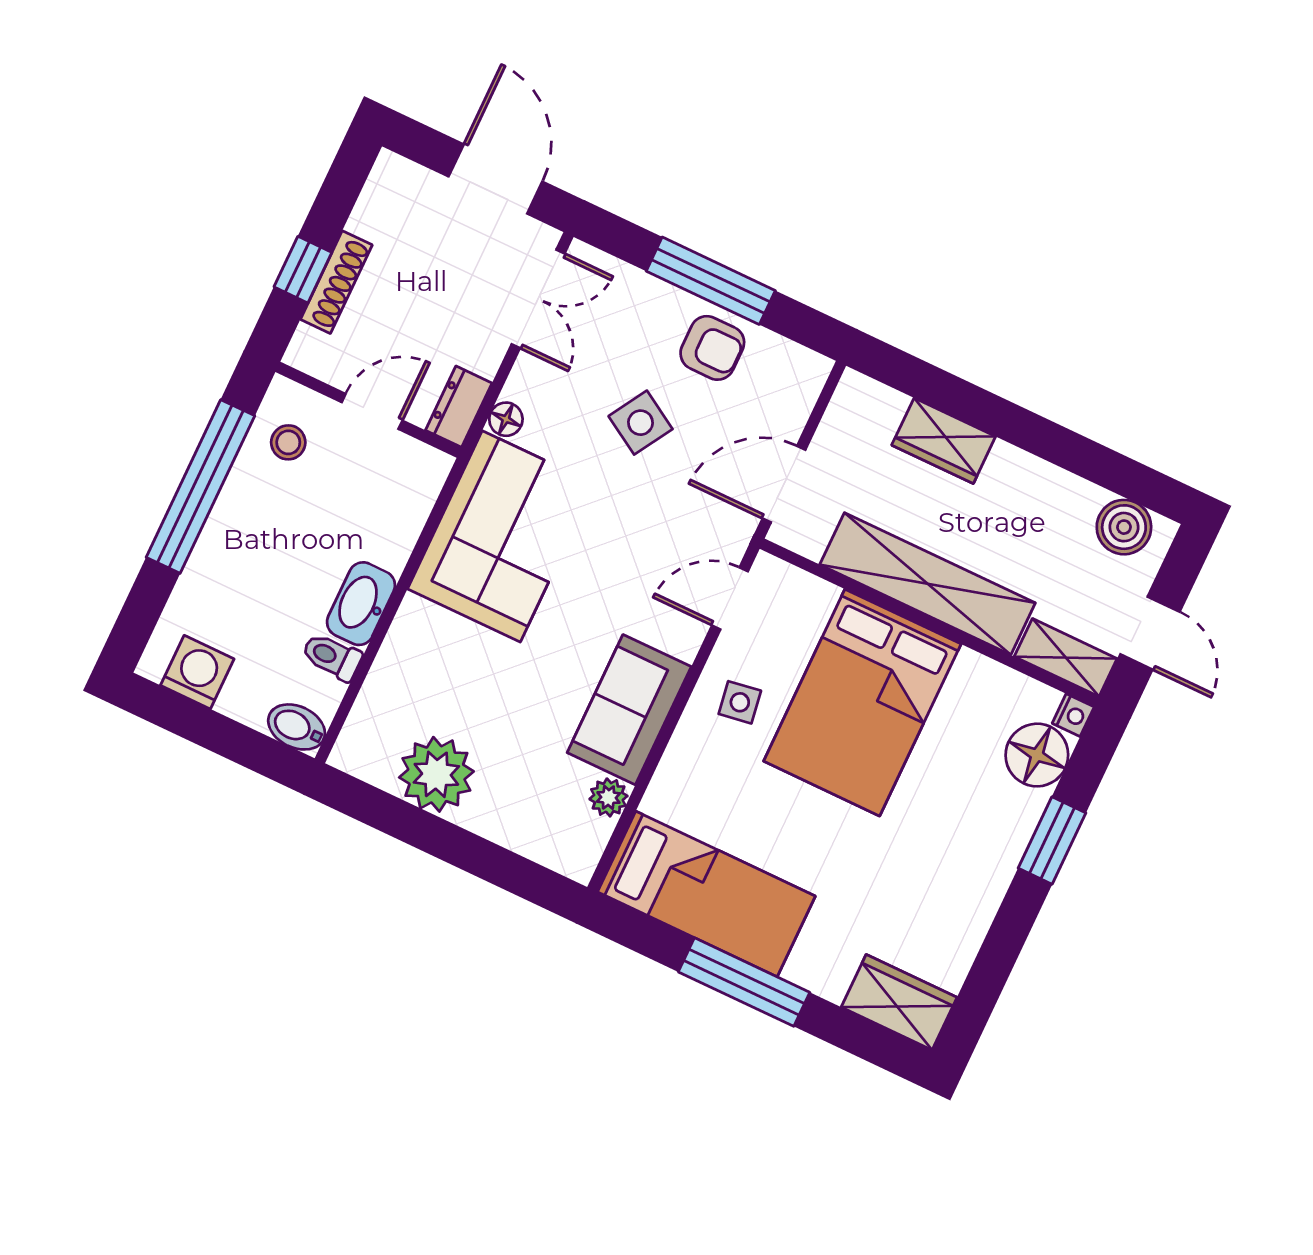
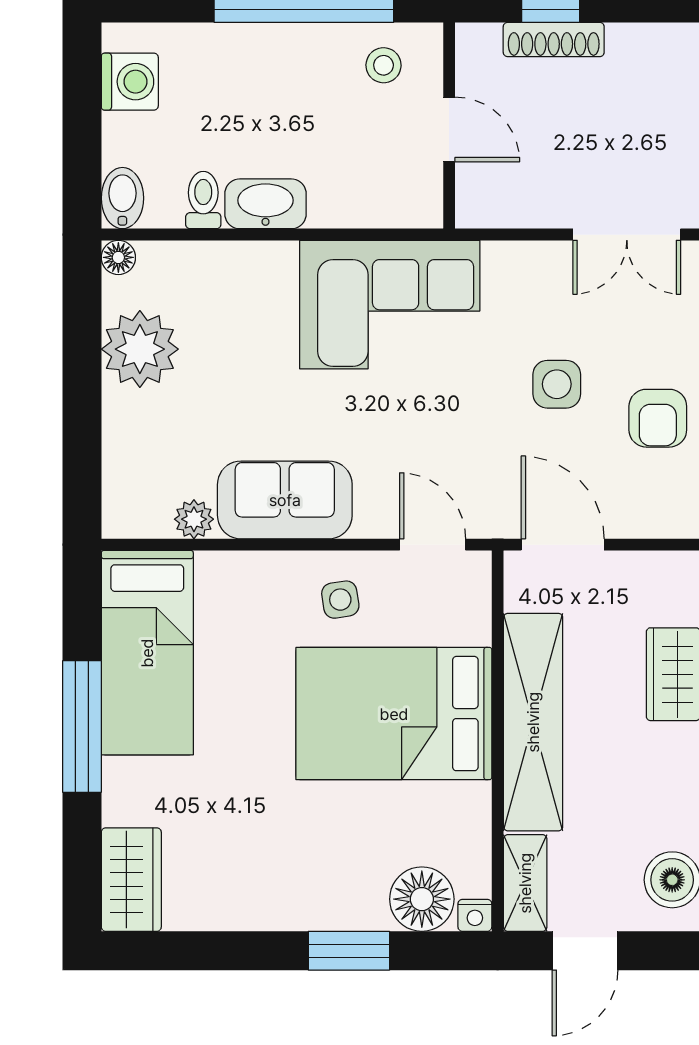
dresser: (459, 407) -> (492, 208), removed
floor lamp: (506, 419) -> (118, 257), moved
side table: (641, 423) -> (557, 384), turned -31

